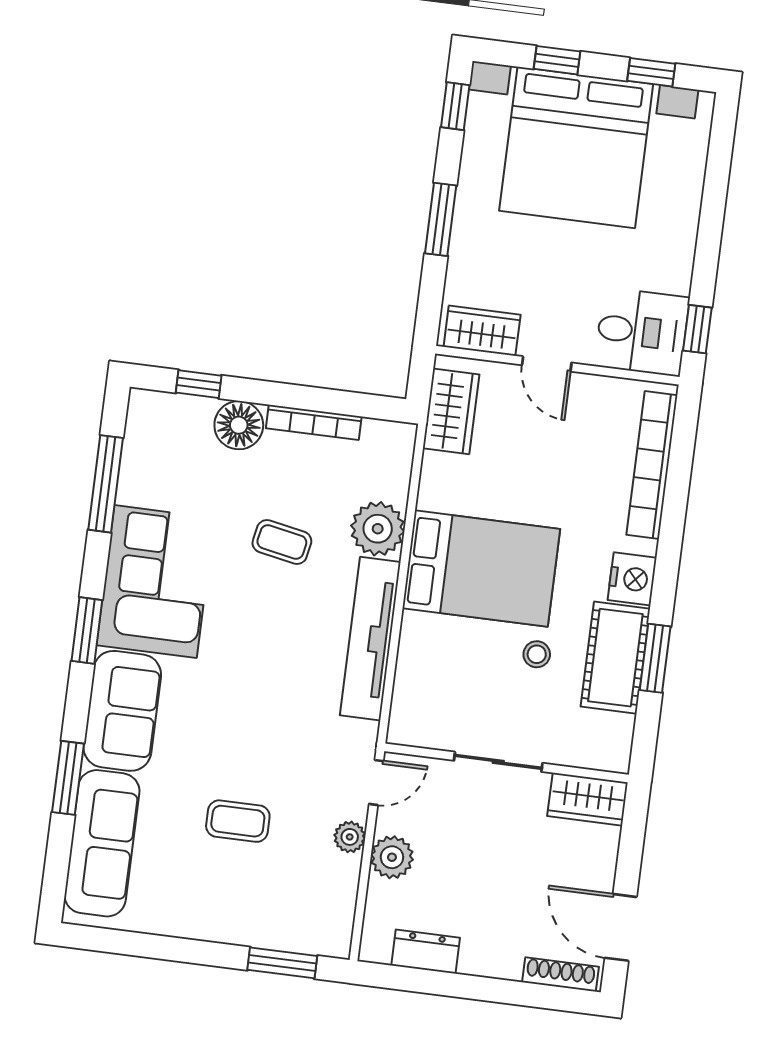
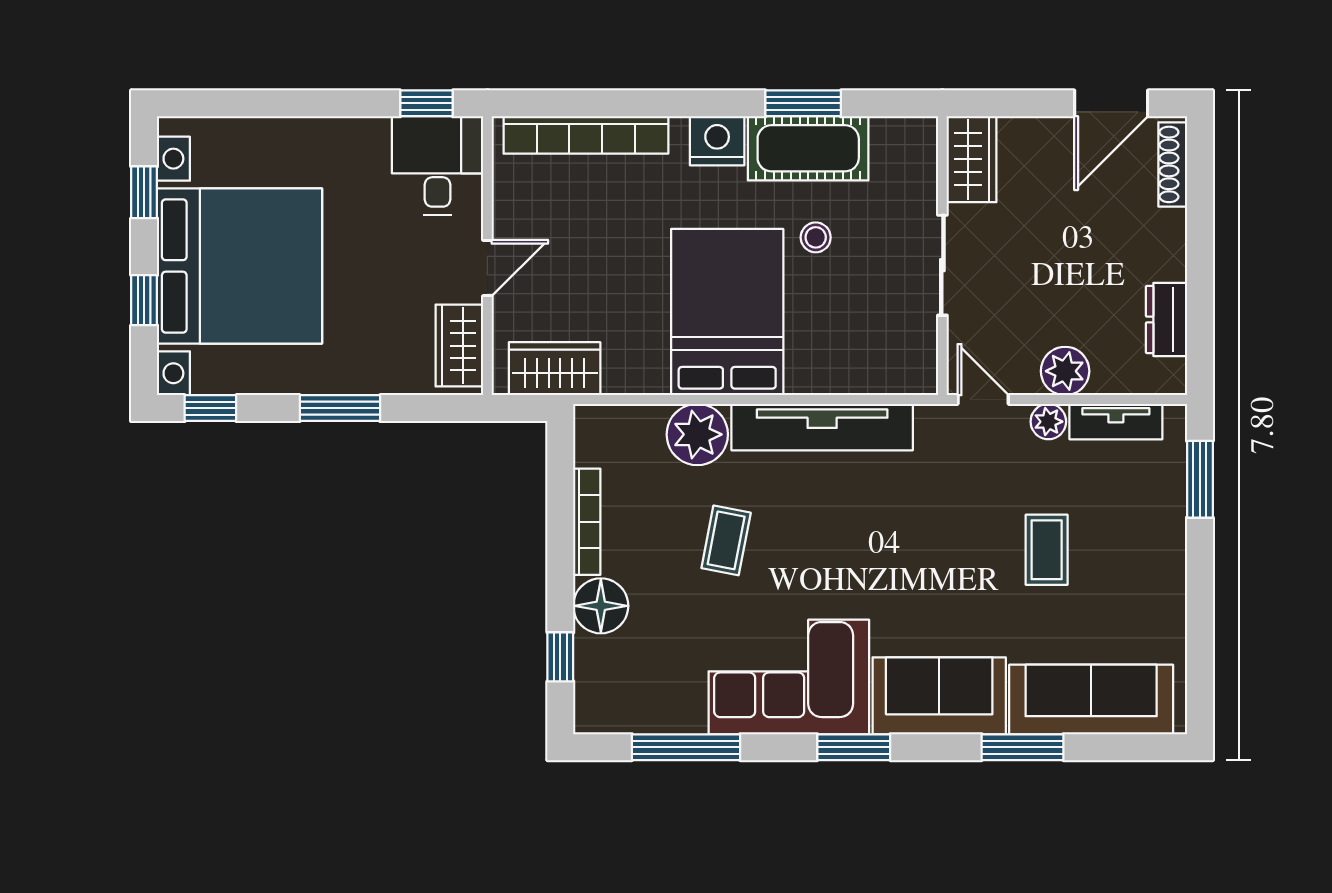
tv unit: (342, 896) -> (1116, 422), added

